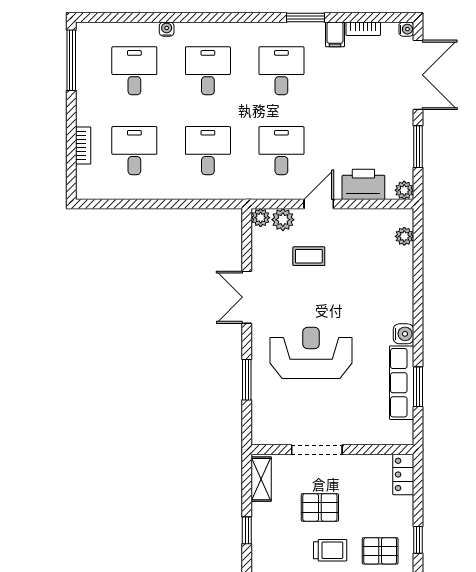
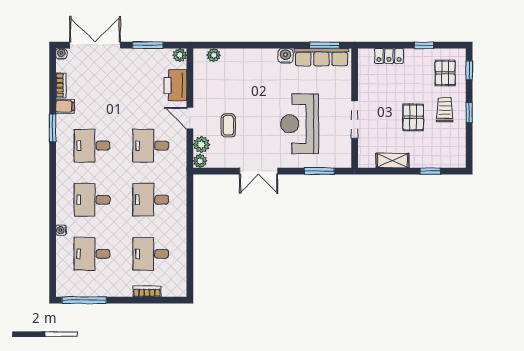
doorway: (317, 450) -> (355, 120), moved
wall: (332, 450) -> (355, 108), moved
window: (418, 540) -> (424, 45), moved

